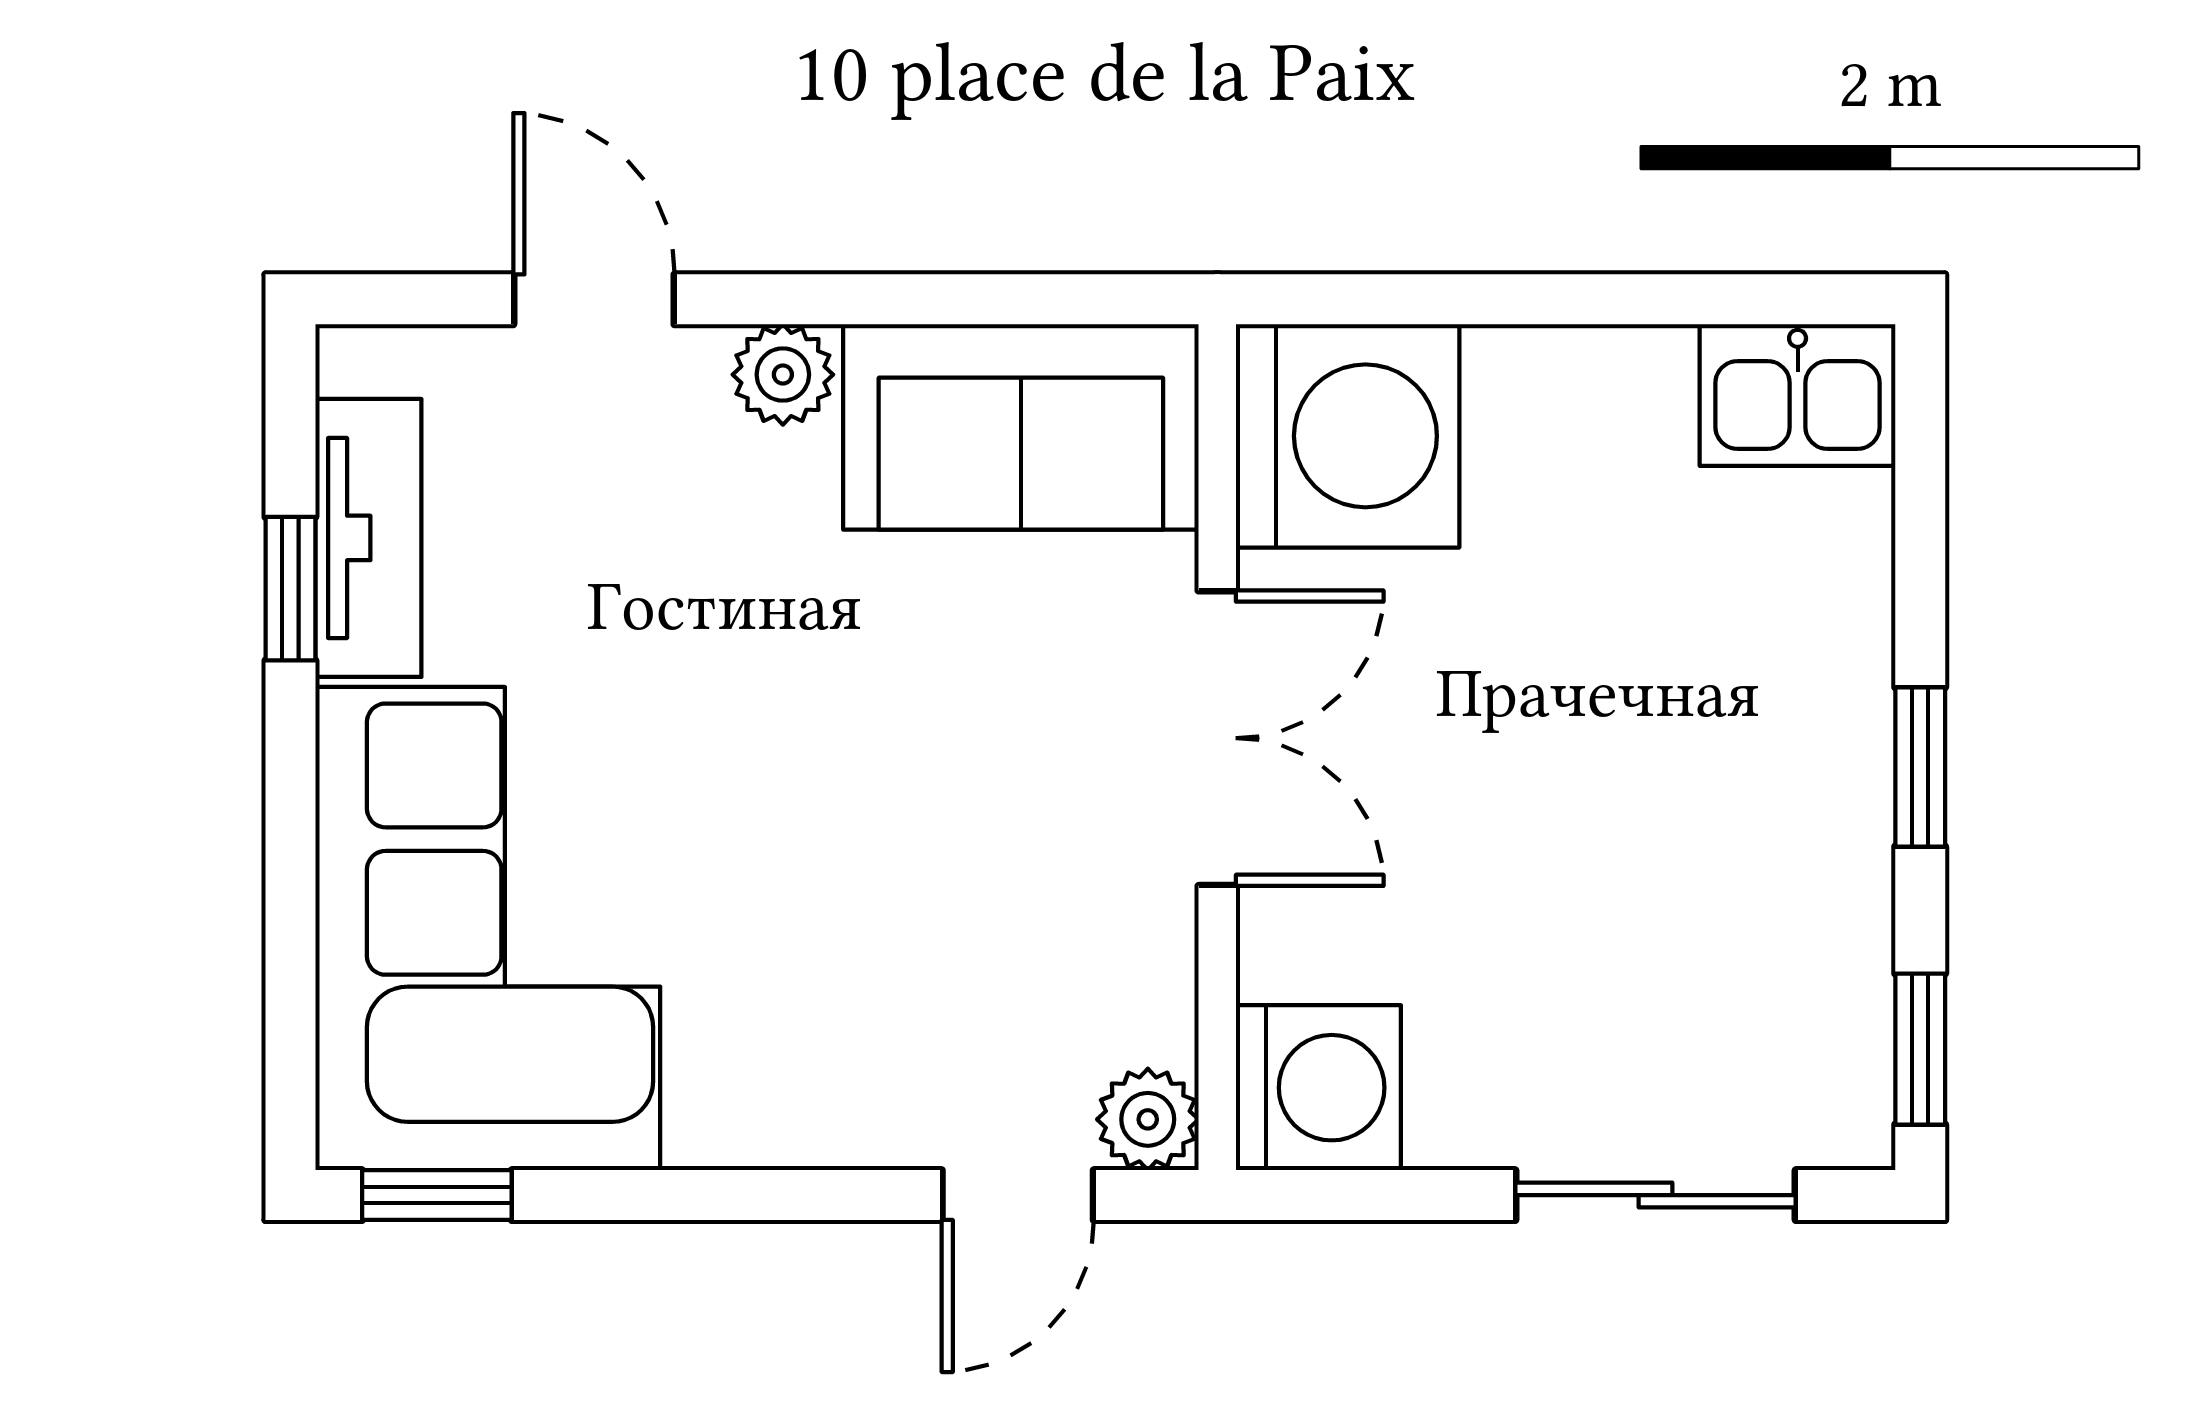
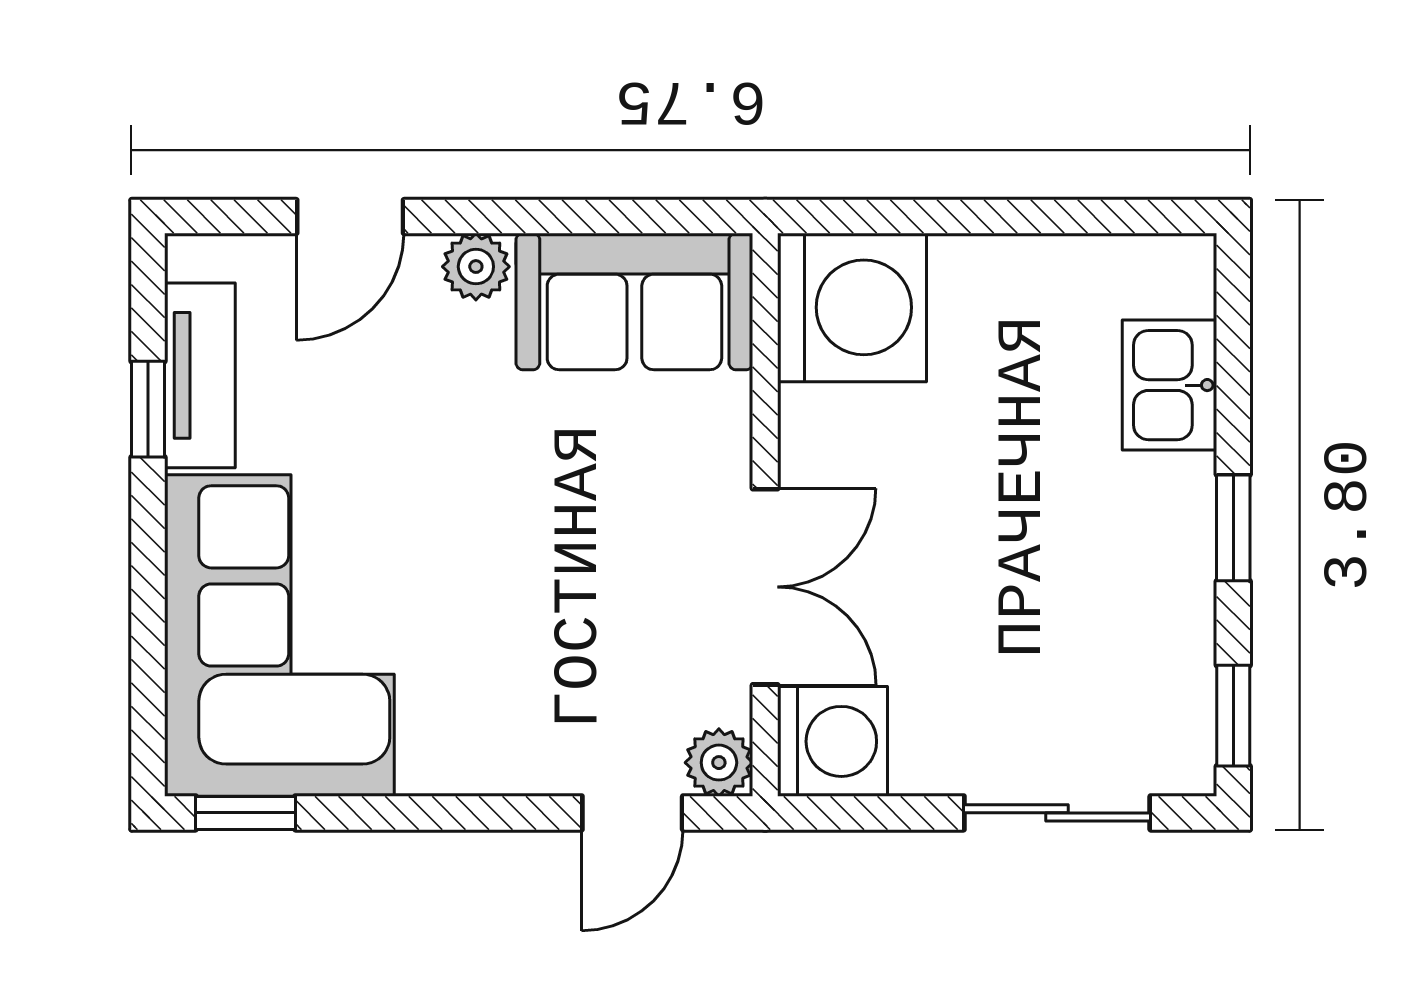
door: (594, 299) -> (350, 216), swing flipped
kitchen sink: (1798, 395) -> (1169, 385), moved, turned 90
double door: (1217, 738) -> (765, 587), moved

